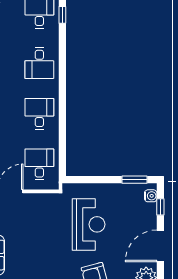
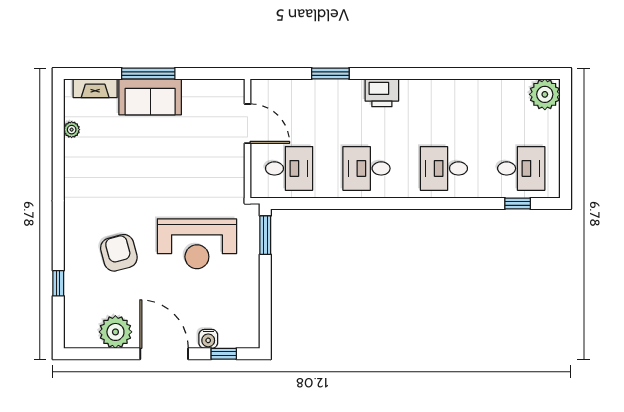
desk: (39, 114) -> (366, 168), turned 180
window: (134, 180) -> (265, 235), moved
water cooler: (151, 196) -> (208, 339), moved

